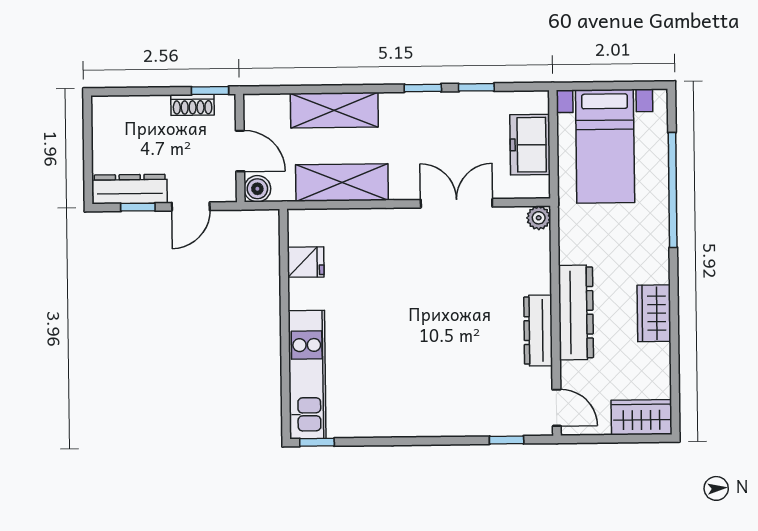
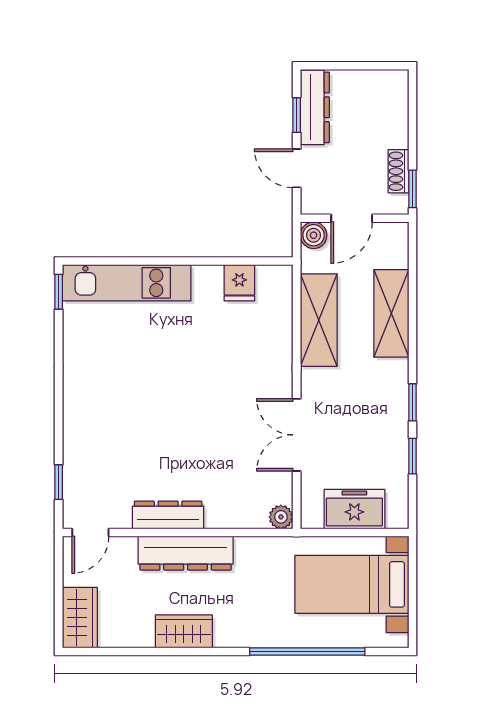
double door: (457, 203) -> (297, 435), swing flipped

